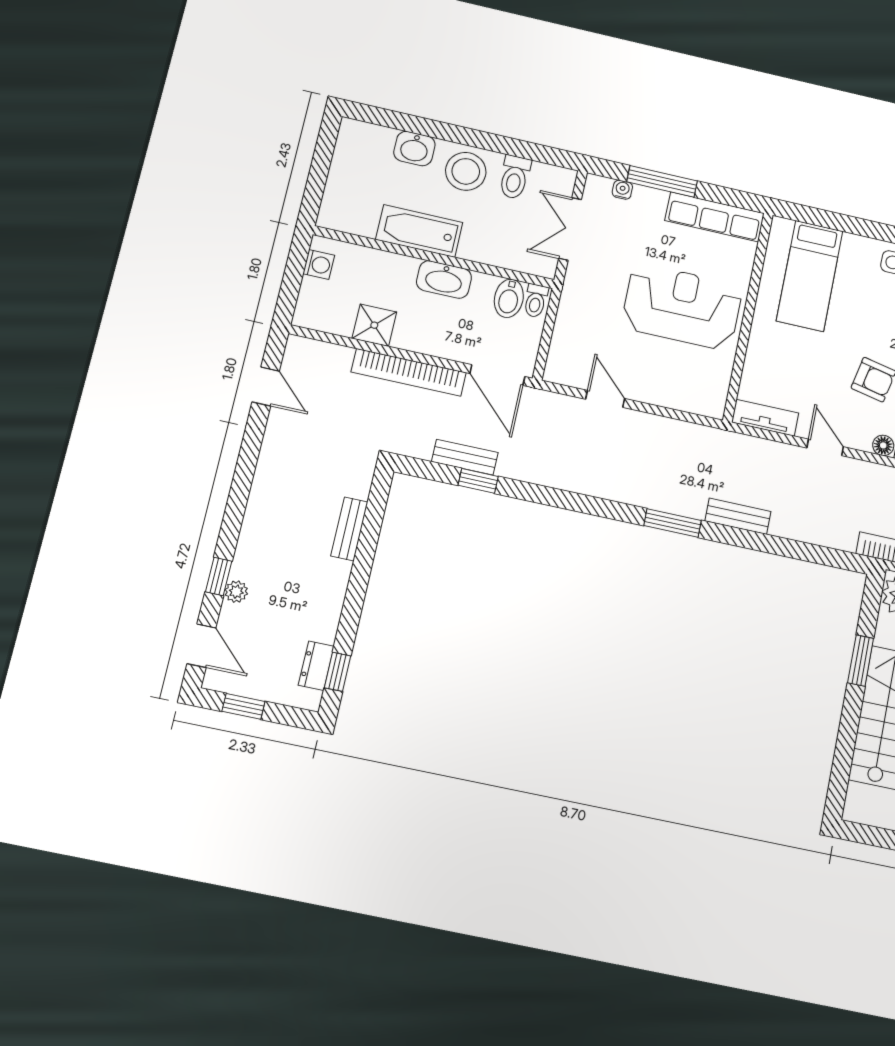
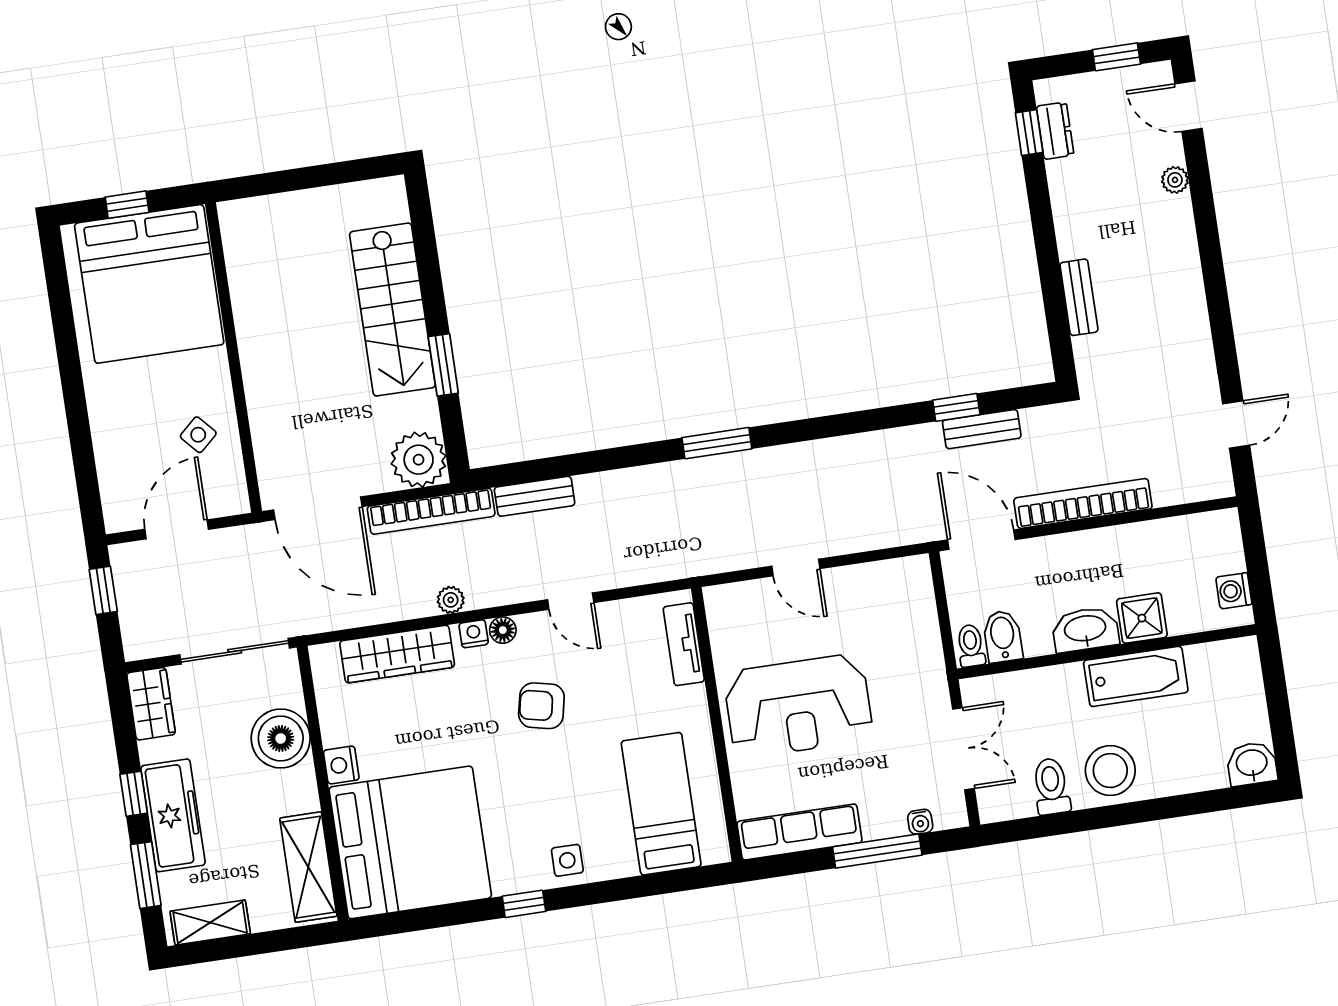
washbasin: (414, 149) -> (1252, 764), moved
shower: (374, 325) -> (1142, 618), moved
door: (266, 386) -> (1236, 425), swing flipped
door: (605, 399) -> (796, 567), moved
tv unit: (765, 418) -> (684, 644), moved, turned 90
bench: (738, 516) -> (535, 496), moved
window: (219, 576) -> (1201, 190), removed

